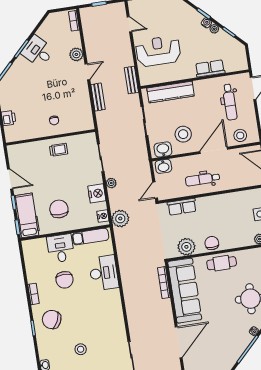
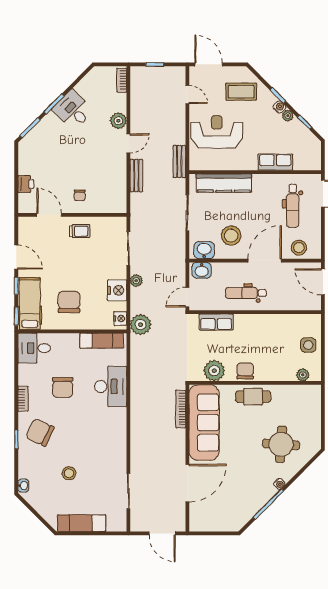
coffee table: (173, 15) -> (241, 92), added
door: (32, 140) -> (49, 215), added
desk: (61, 248) -> (34, 348), moved, turned -90

